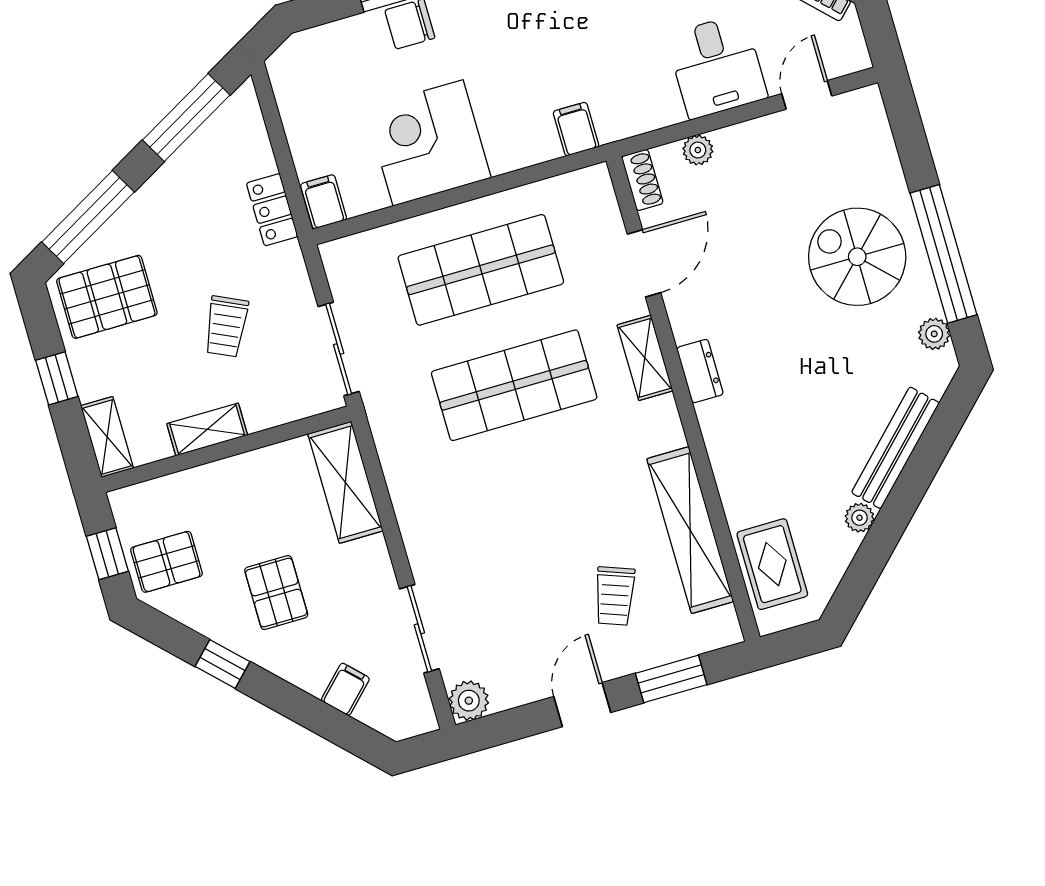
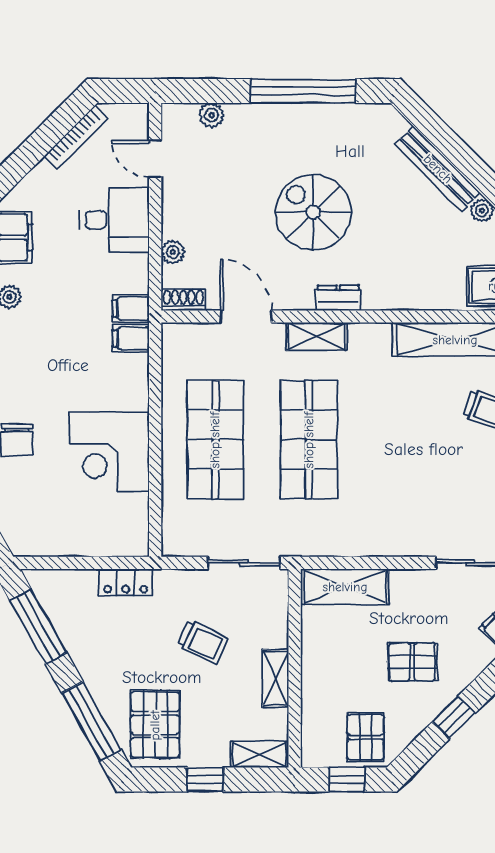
filing cabinet: (324, 202) -> (131, 309), moved
spiral stairs: (857, 257) -> (313, 212), moved, turned 90
plant: (934, 334) -> (212, 115), moved

